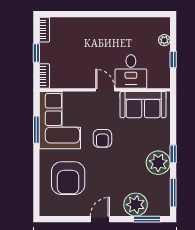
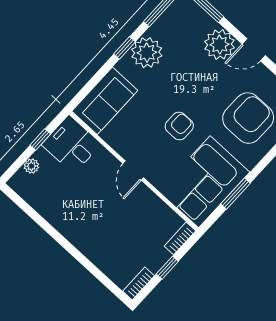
desk: (131, 72) -> (71, 144), moved, turned -90
sofa: (143, 105) -> (105, 101), moved, turned 90
plant: (136, 205) -> (220, 44), moved

